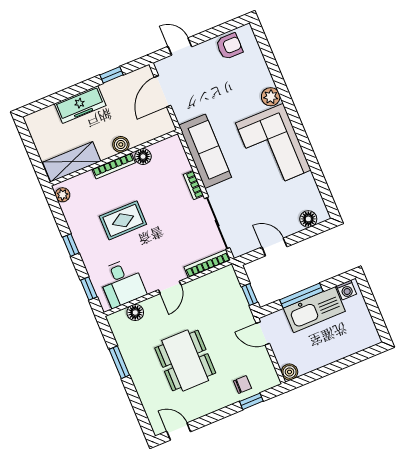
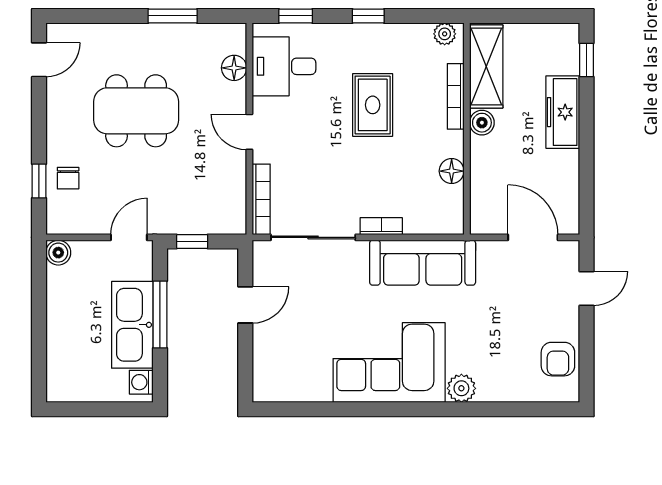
window: (111, 75) -> (586, 60), moved
boiler: (121, 144) -> (482, 123), moved
bookcase: (114, 166) -> (456, 96), moved
floor lamp: (308, 219) -> (265, 370), removed

